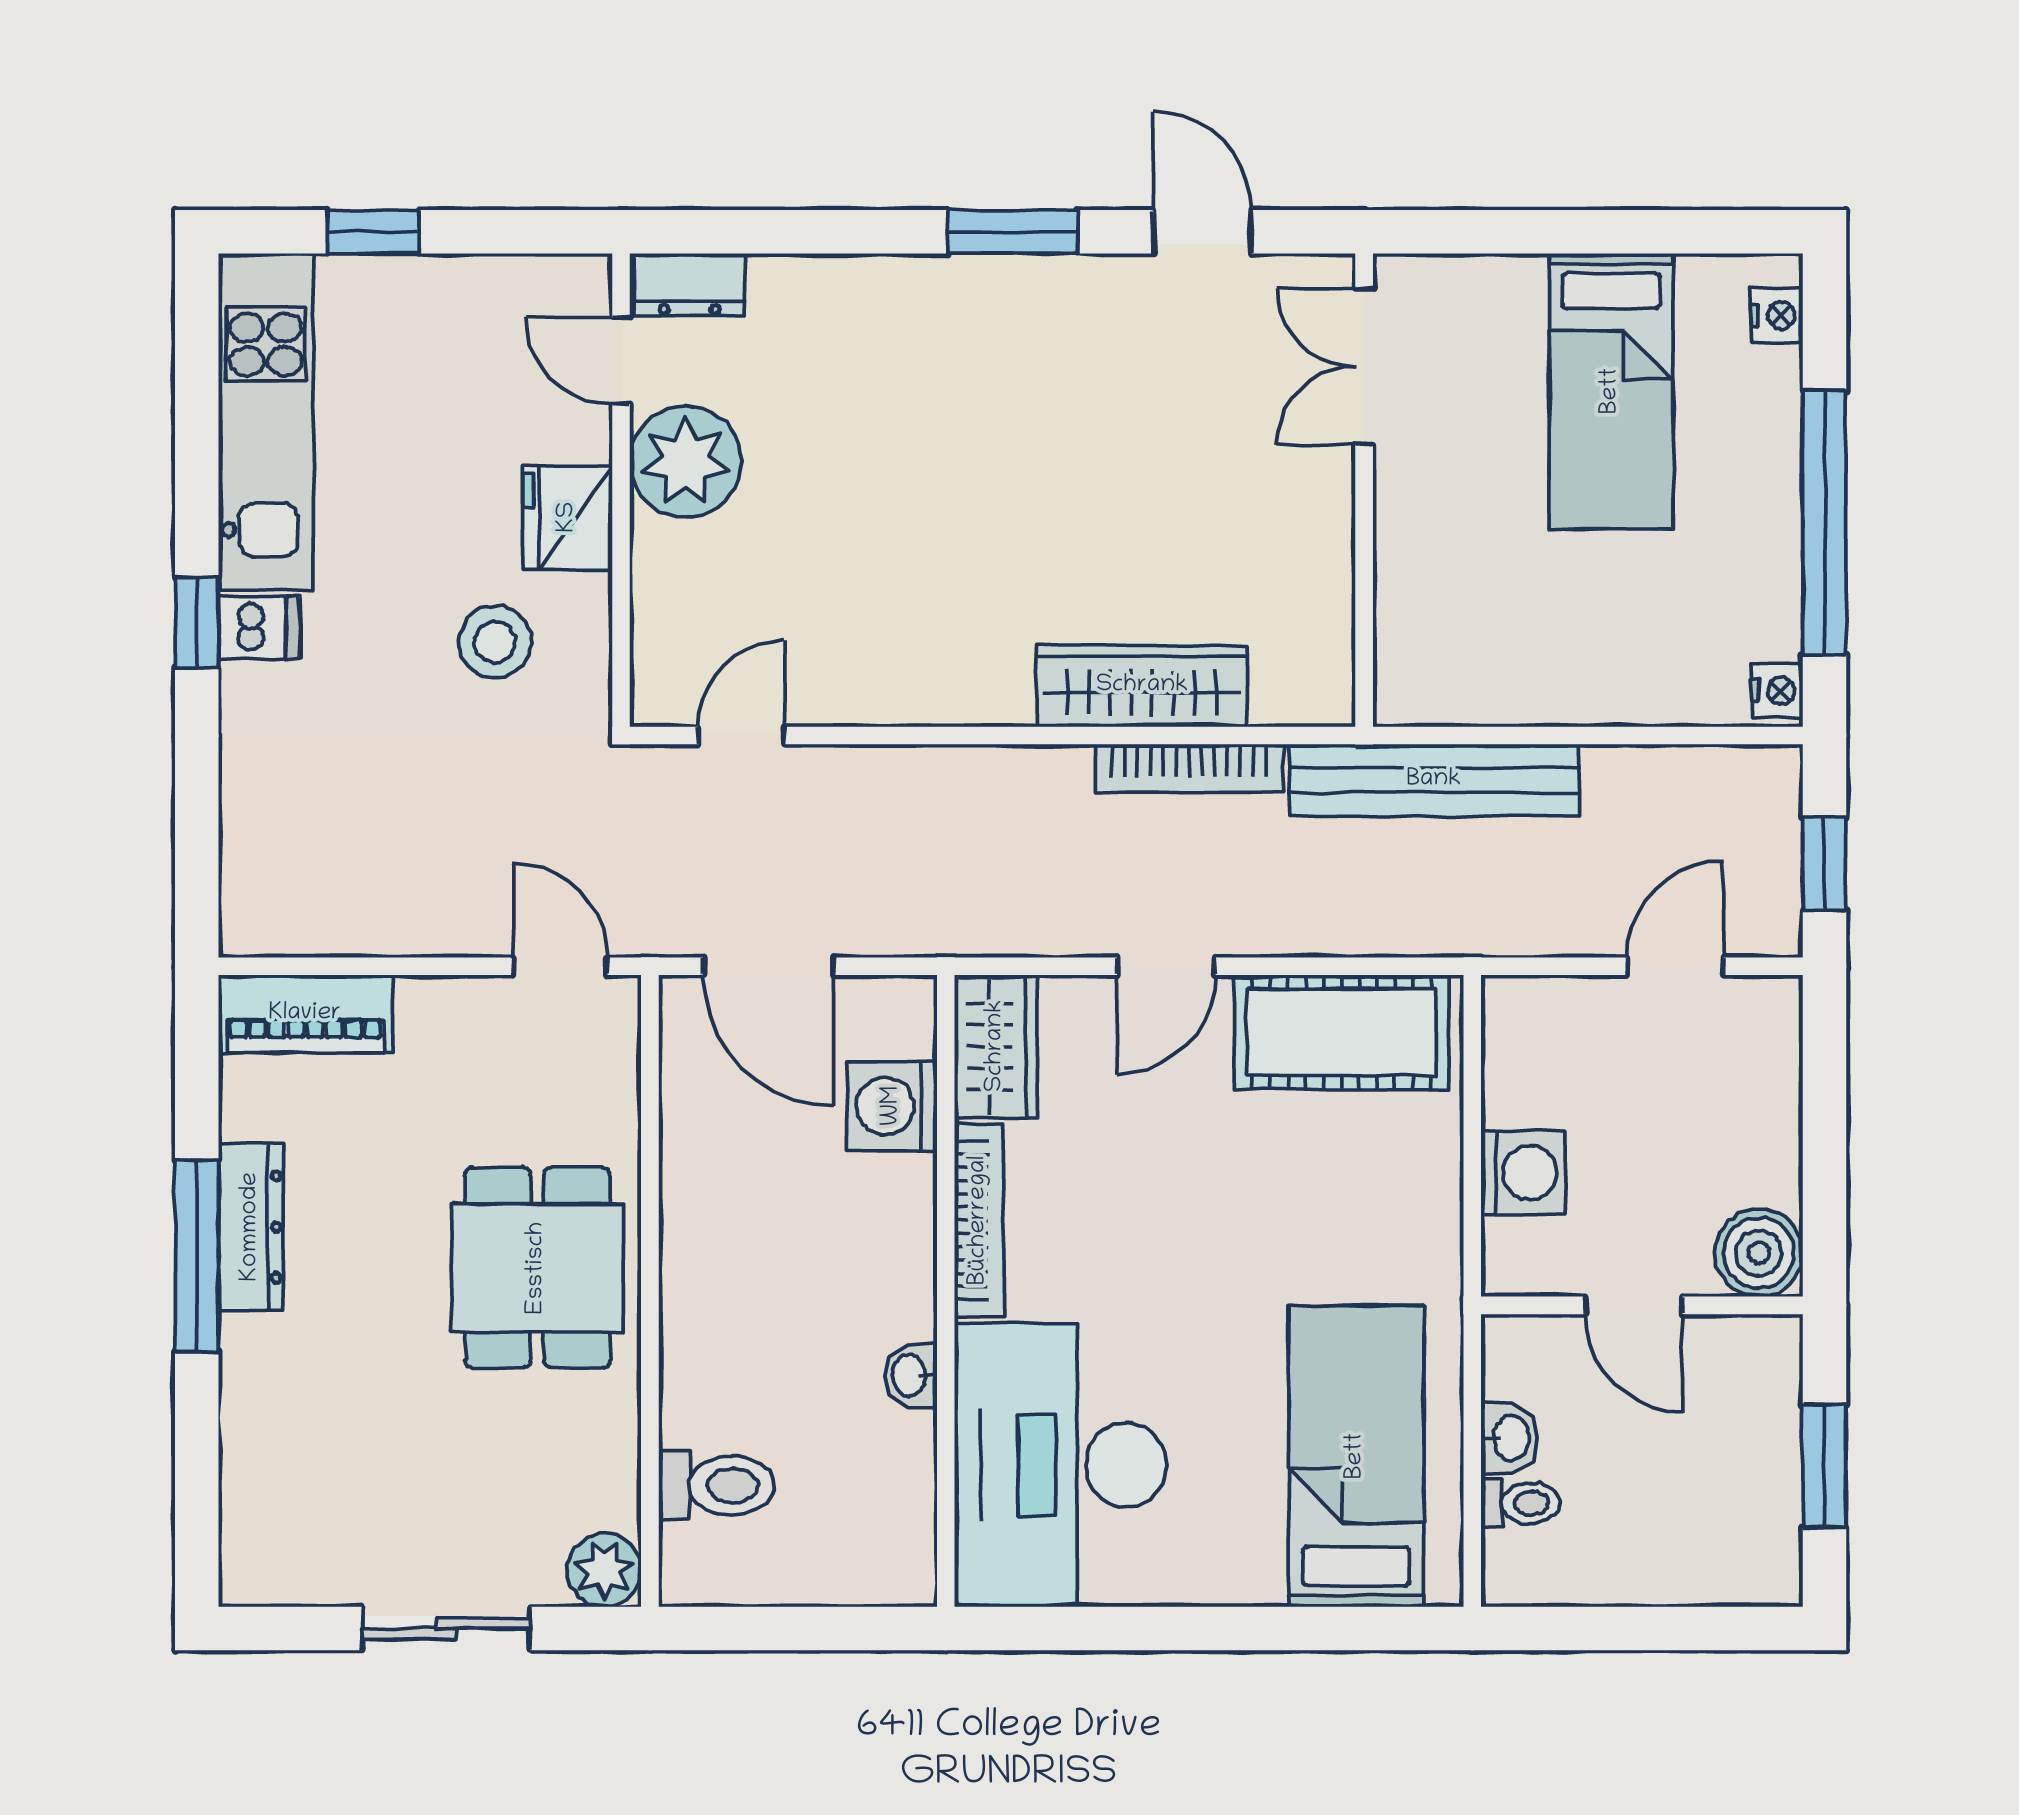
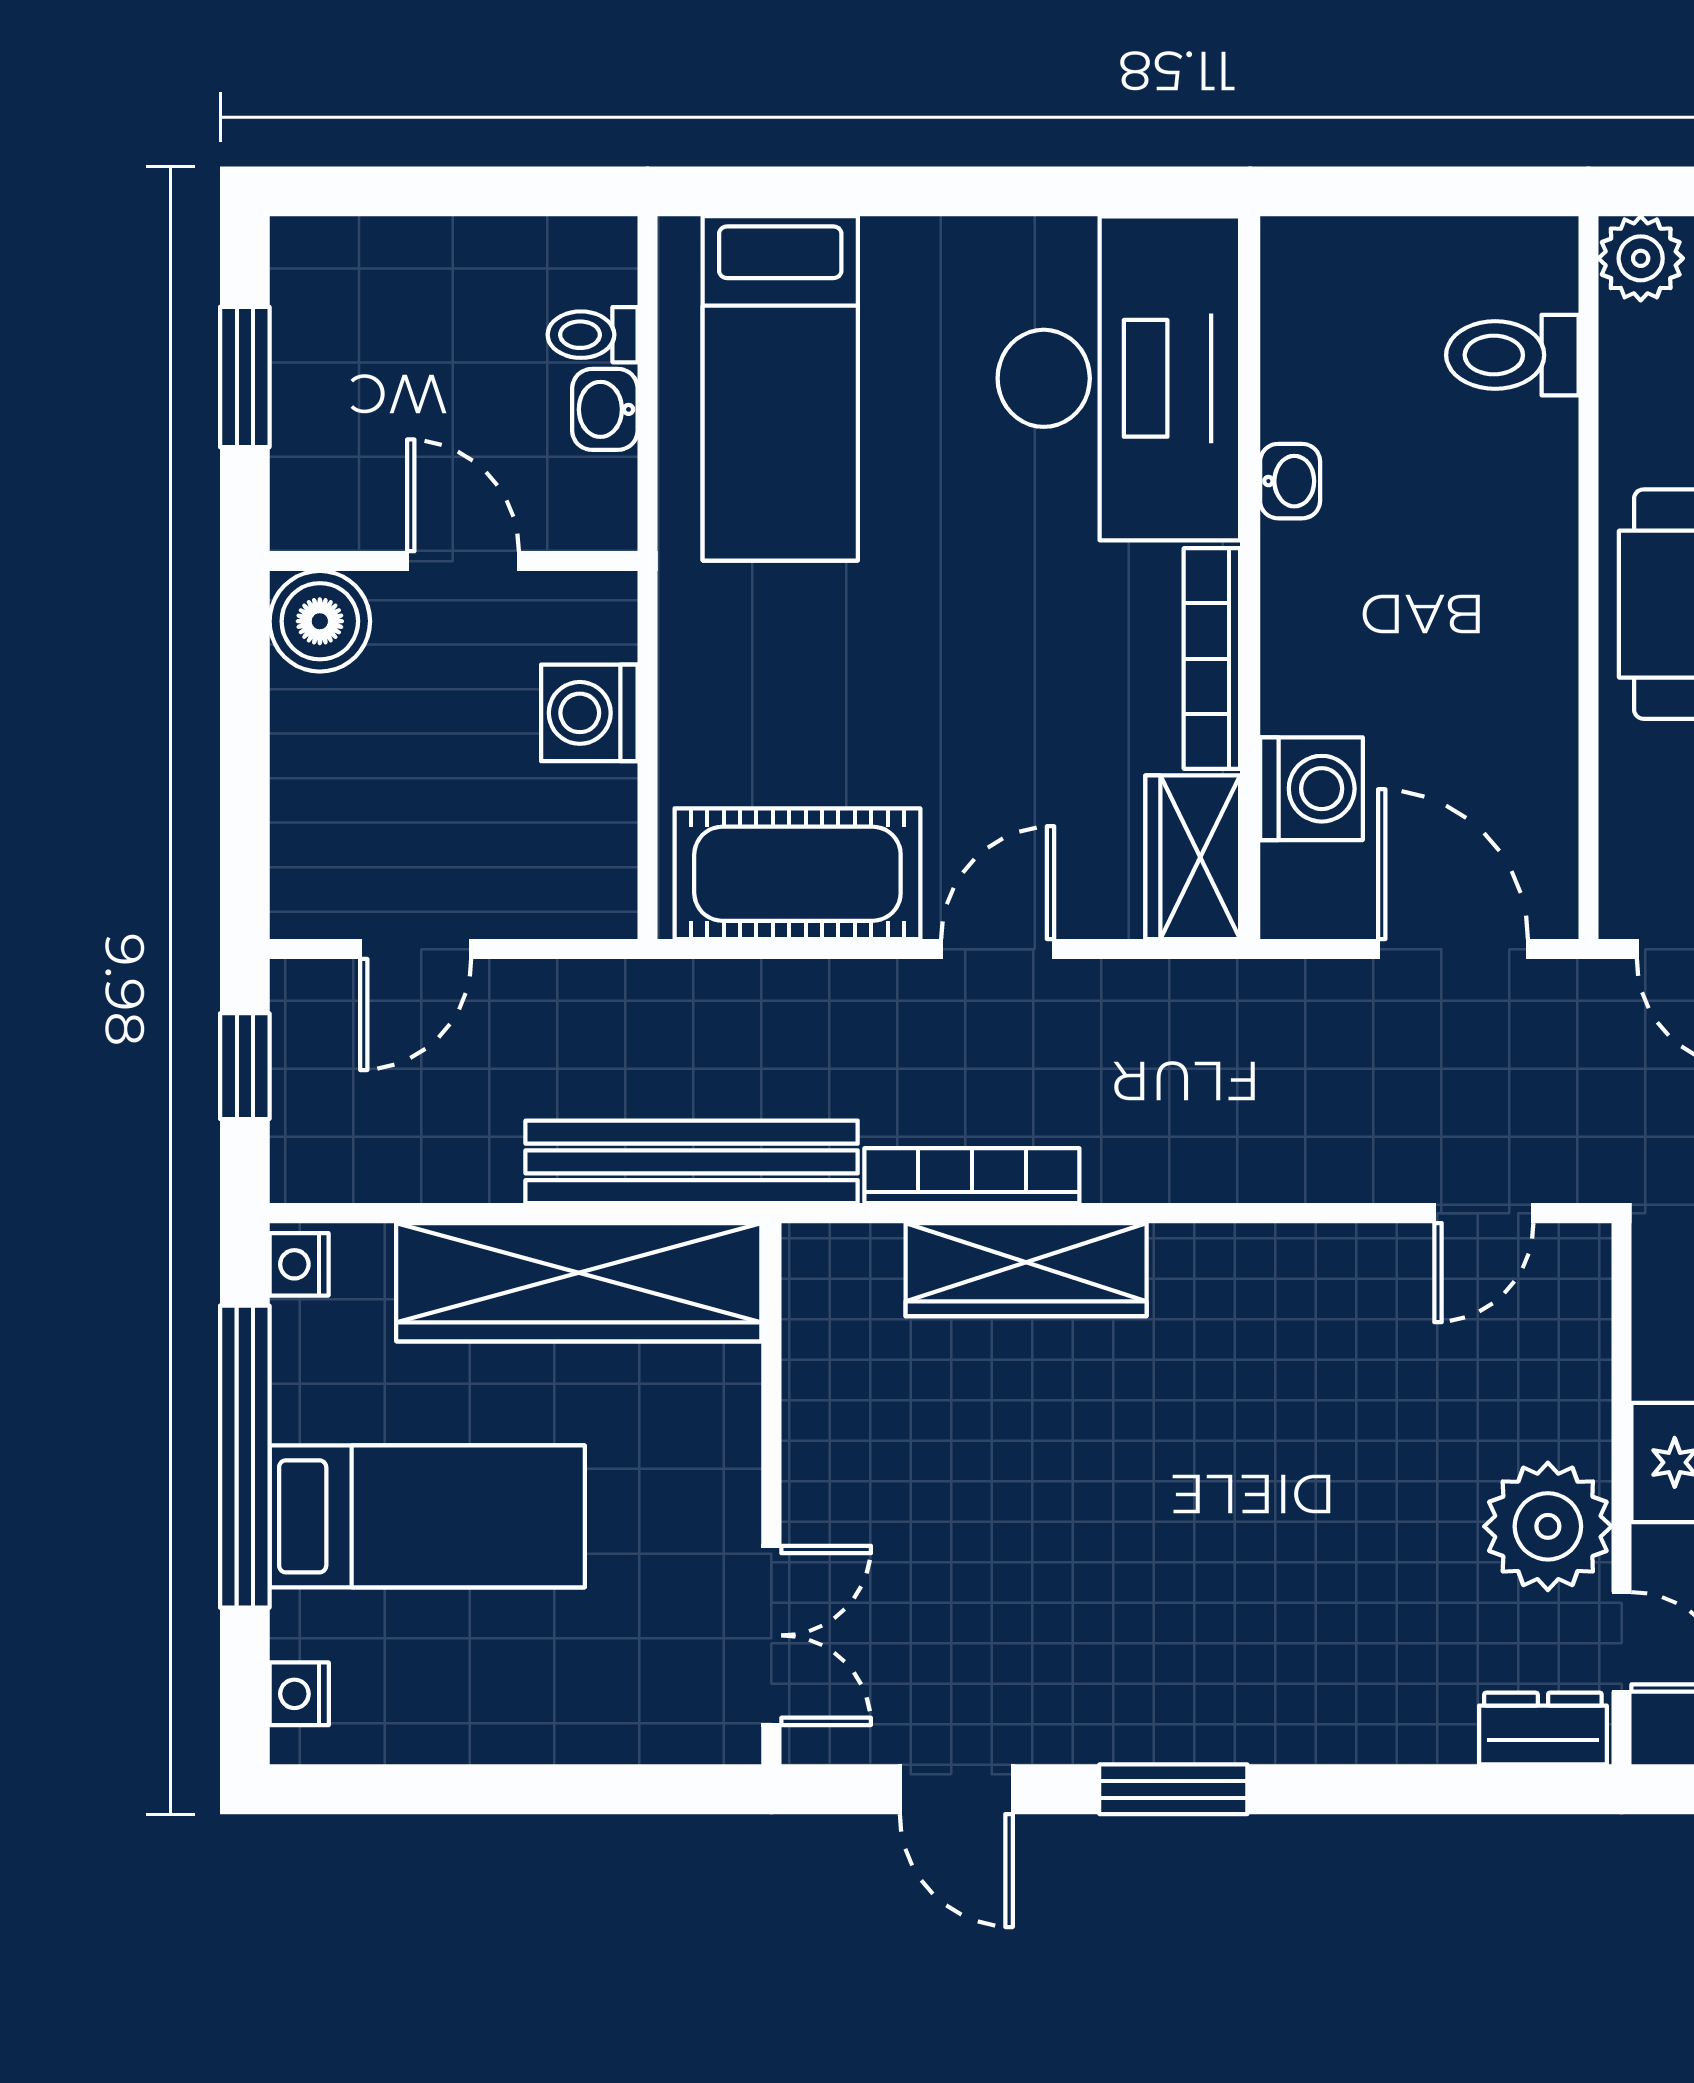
bed: (1611, 391) -> (427, 1516), moved, turned 90
wardrobe: (1532, 675) -> (579, 1282), added

